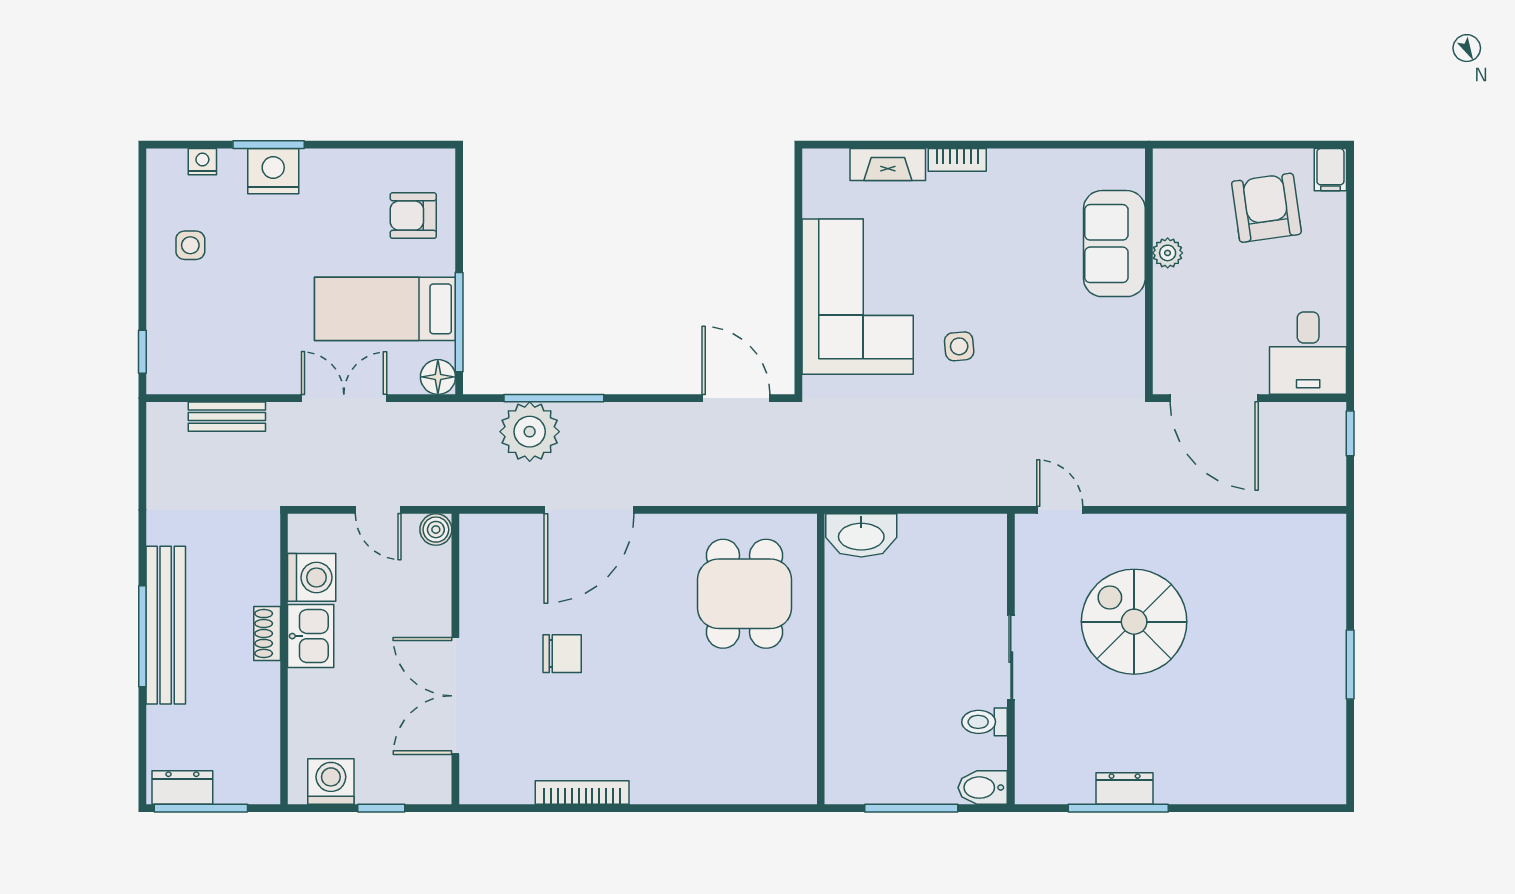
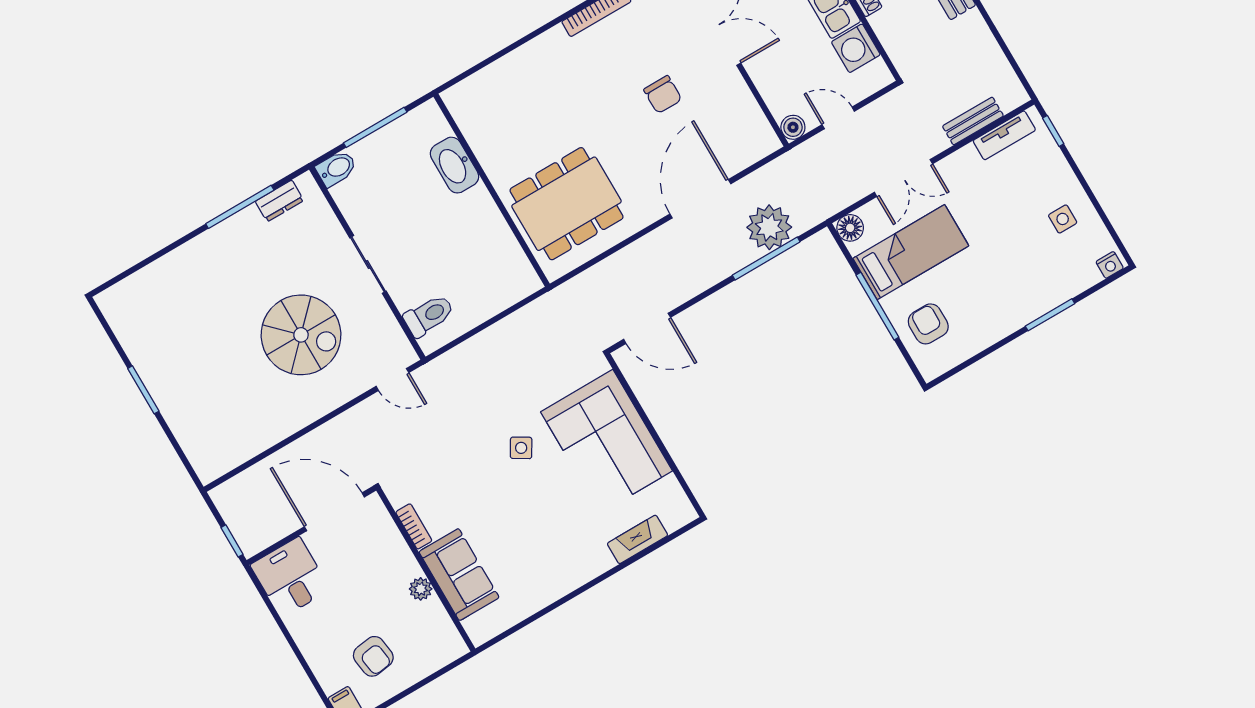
bookcase: (957, 160) -> (414, 526), moved, turned 90
nightstand: (202, 162) -> (1110, 265), moved
nightstand: (273, 171) -> (1037, 299), removed
armchair: (1266, 208) -> (373, 656), width x0.72, depth x0.72
armchair: (413, 216) -> (928, 324), turned -90
window: (459, 322) -> (877, 306), moved
side table: (959, 346) -> (521, 448), turned 36
tv unit: (201, 379) -> (1004, 135), added
washbasin: (861, 535) -> (454, 165), moved, turned -90
dining table: (745, 594) -> (566, 204), width x1.38
chair: (562, 654) -> (663, 95), turned -90
toilet: (984, 722) -> (429, 316), moved, width x1.37, depth x1.39
dresser: (1125, 789) -> (279, 201), moved

